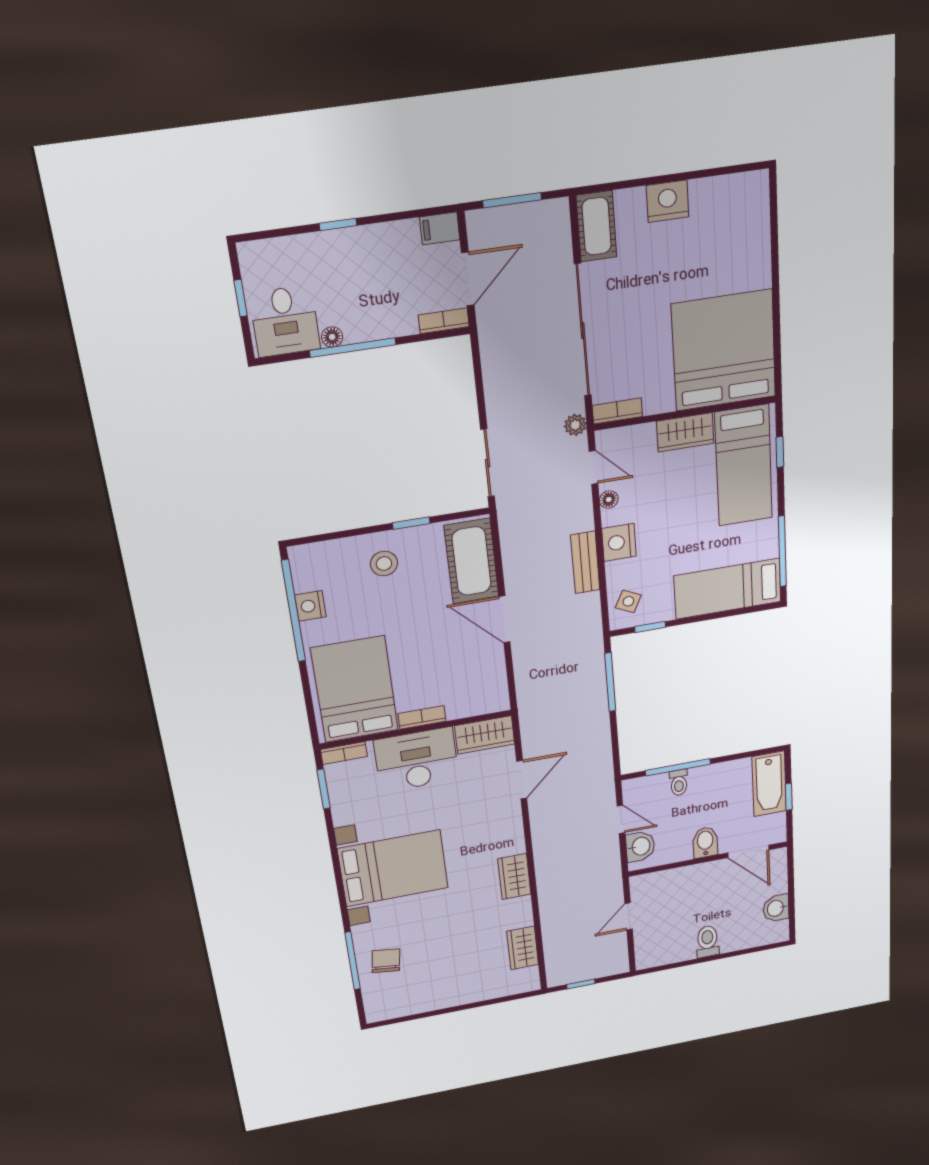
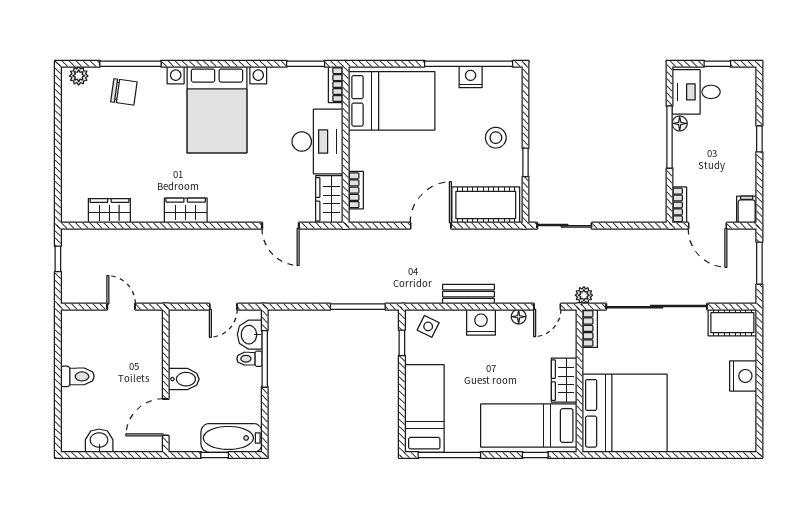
bookcase: (422, 717) -> (356, 190), moved
washbasin: (640, 846) -> (250, 335), moved, turned 90
plant: (374, 1006) -> (79, 76), added

